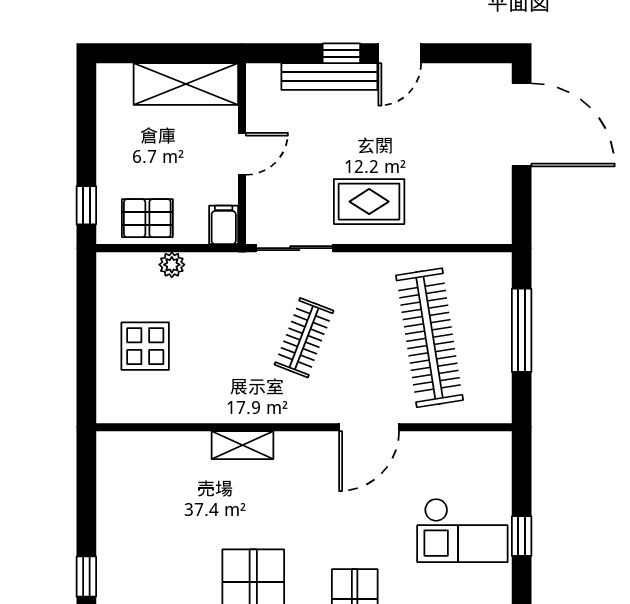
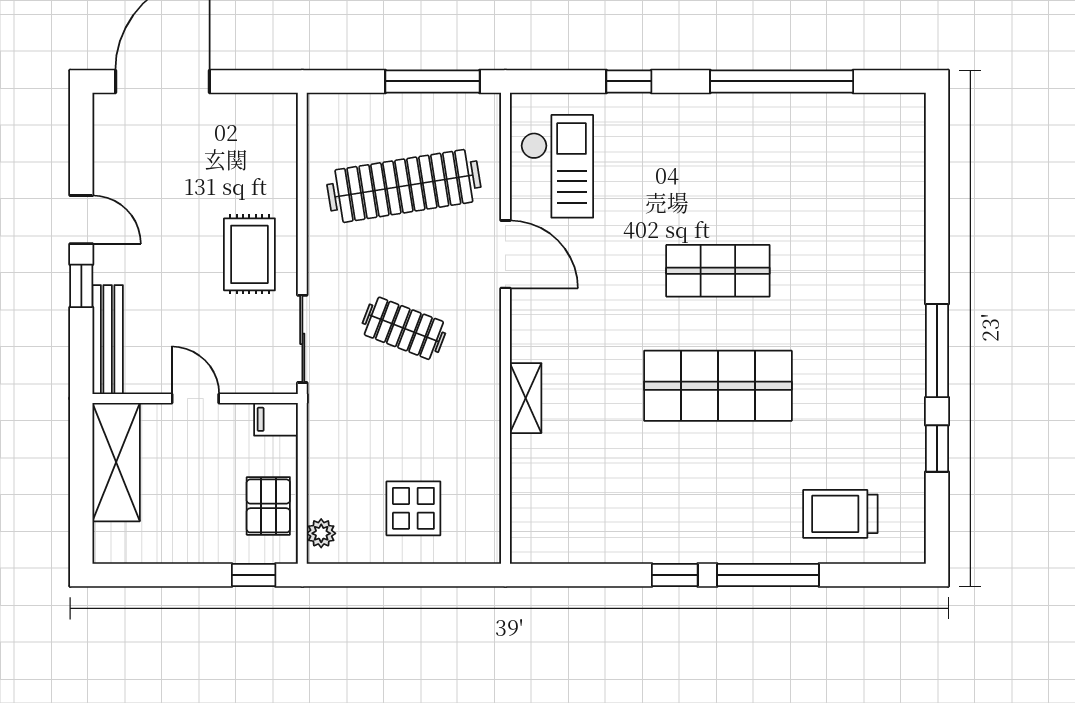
bench: (329, 76) -> (108, 340), moved
plant: (172, 265) -> (321, 533), moved
window: (522, 330) -> (432, 81), moved
checkout: (462, 530) -> (557, 166), moved

